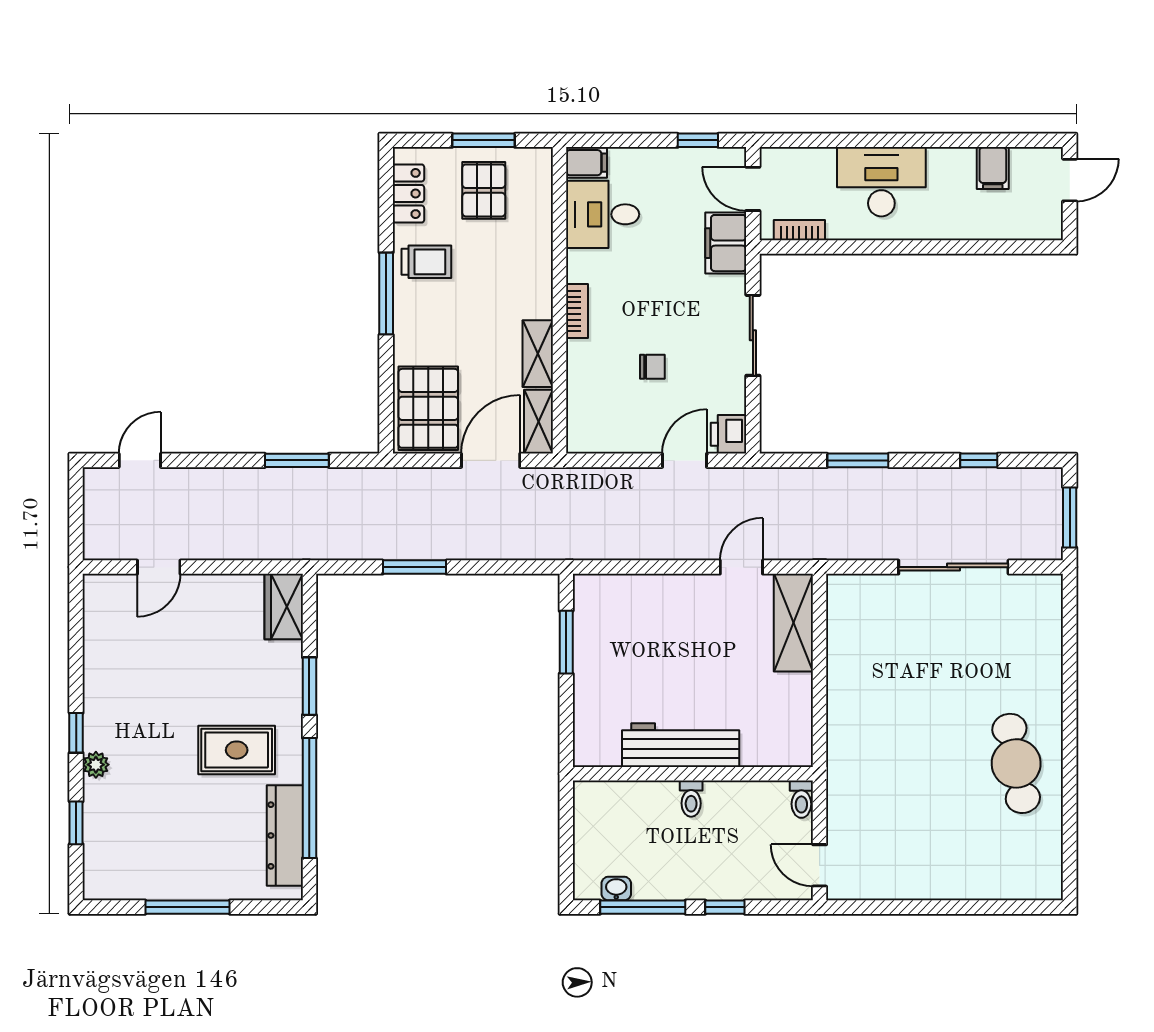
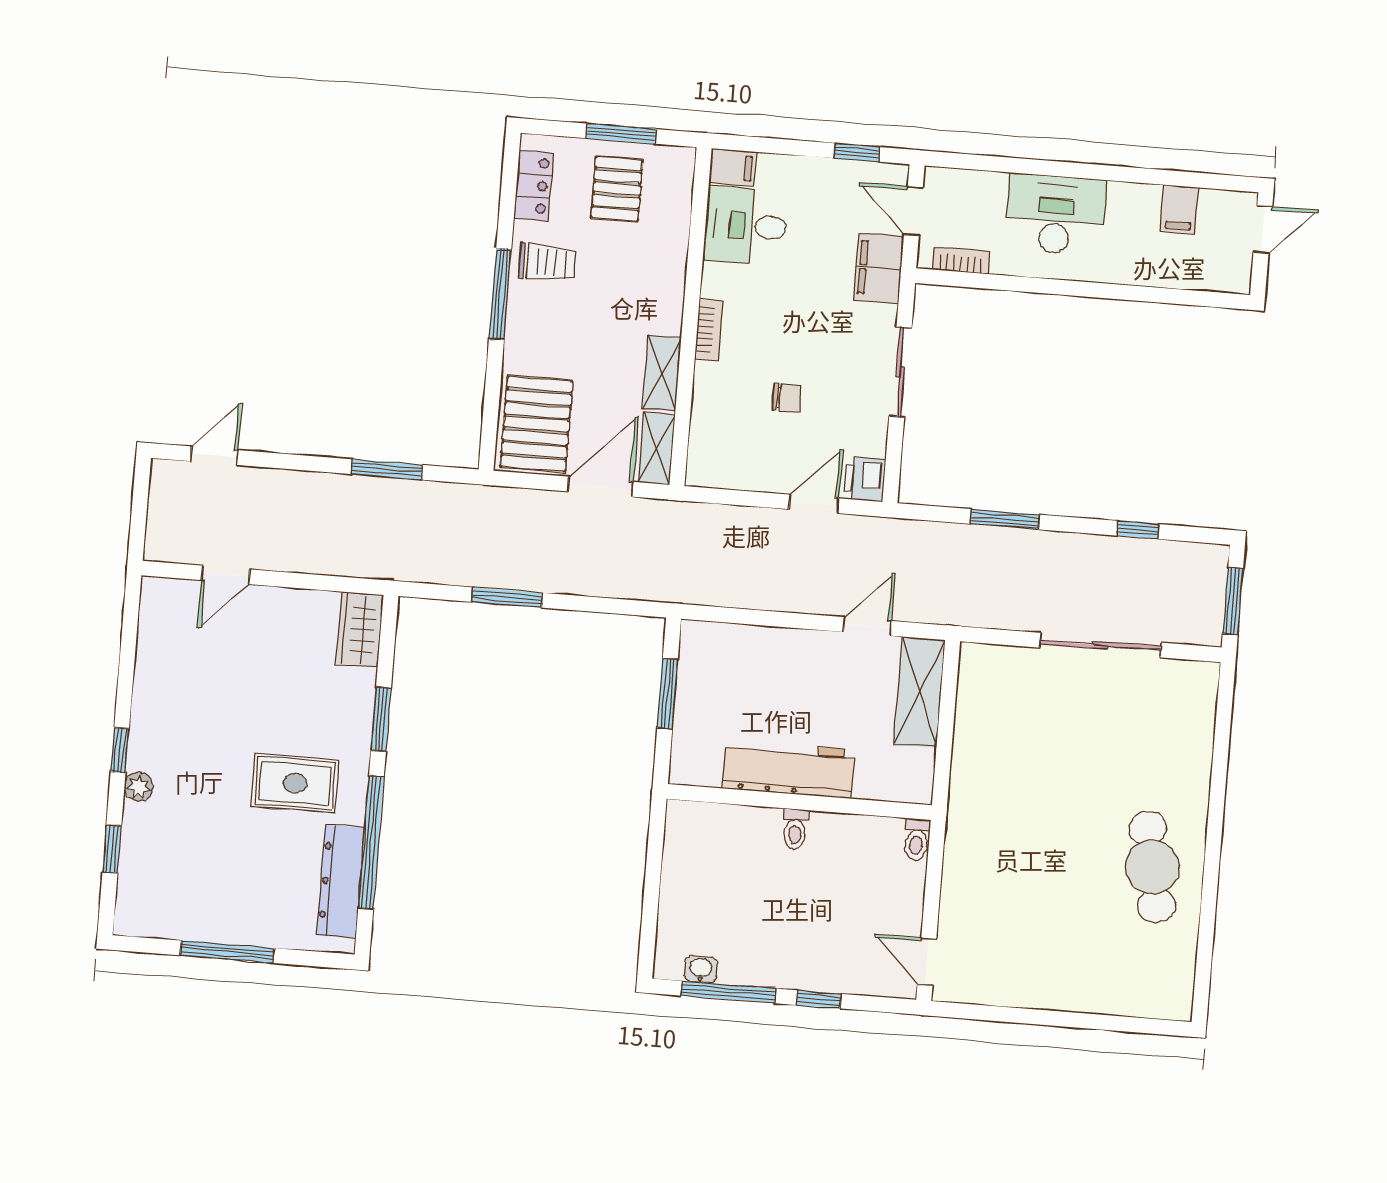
workbench: (681, 745) -> (788, 769), moved
wall: (693, 774) -> (799, 802), moved
toilet: (691, 799) -> (795, 829), moved
toilet: (801, 799) -> (916, 840), moved

